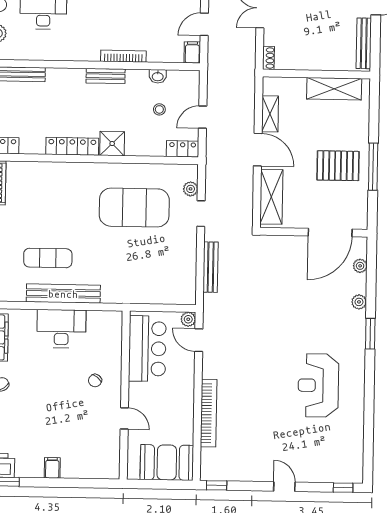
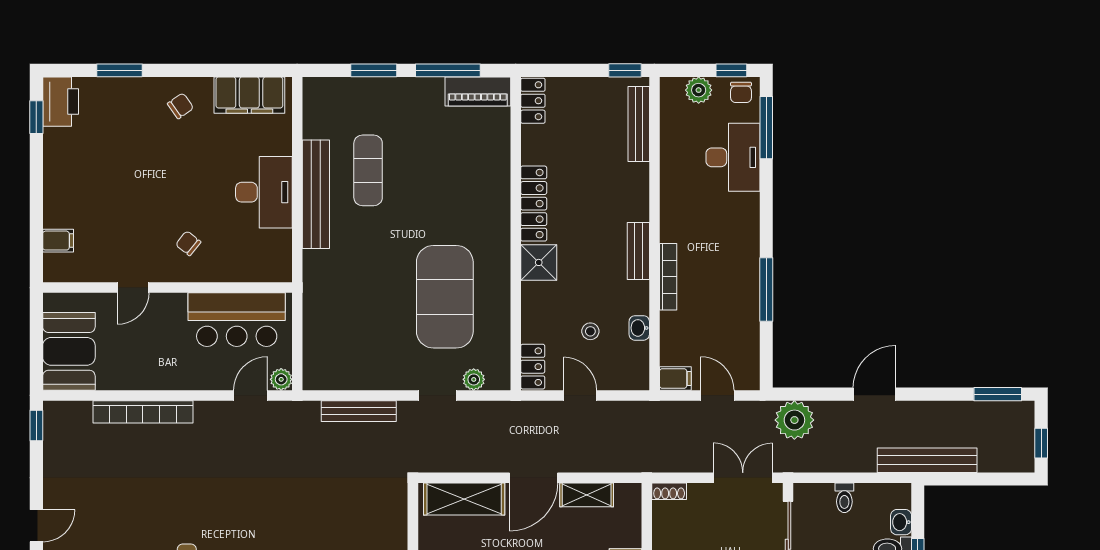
filing cabinet: (52, 468) -> (58, 241), moved

